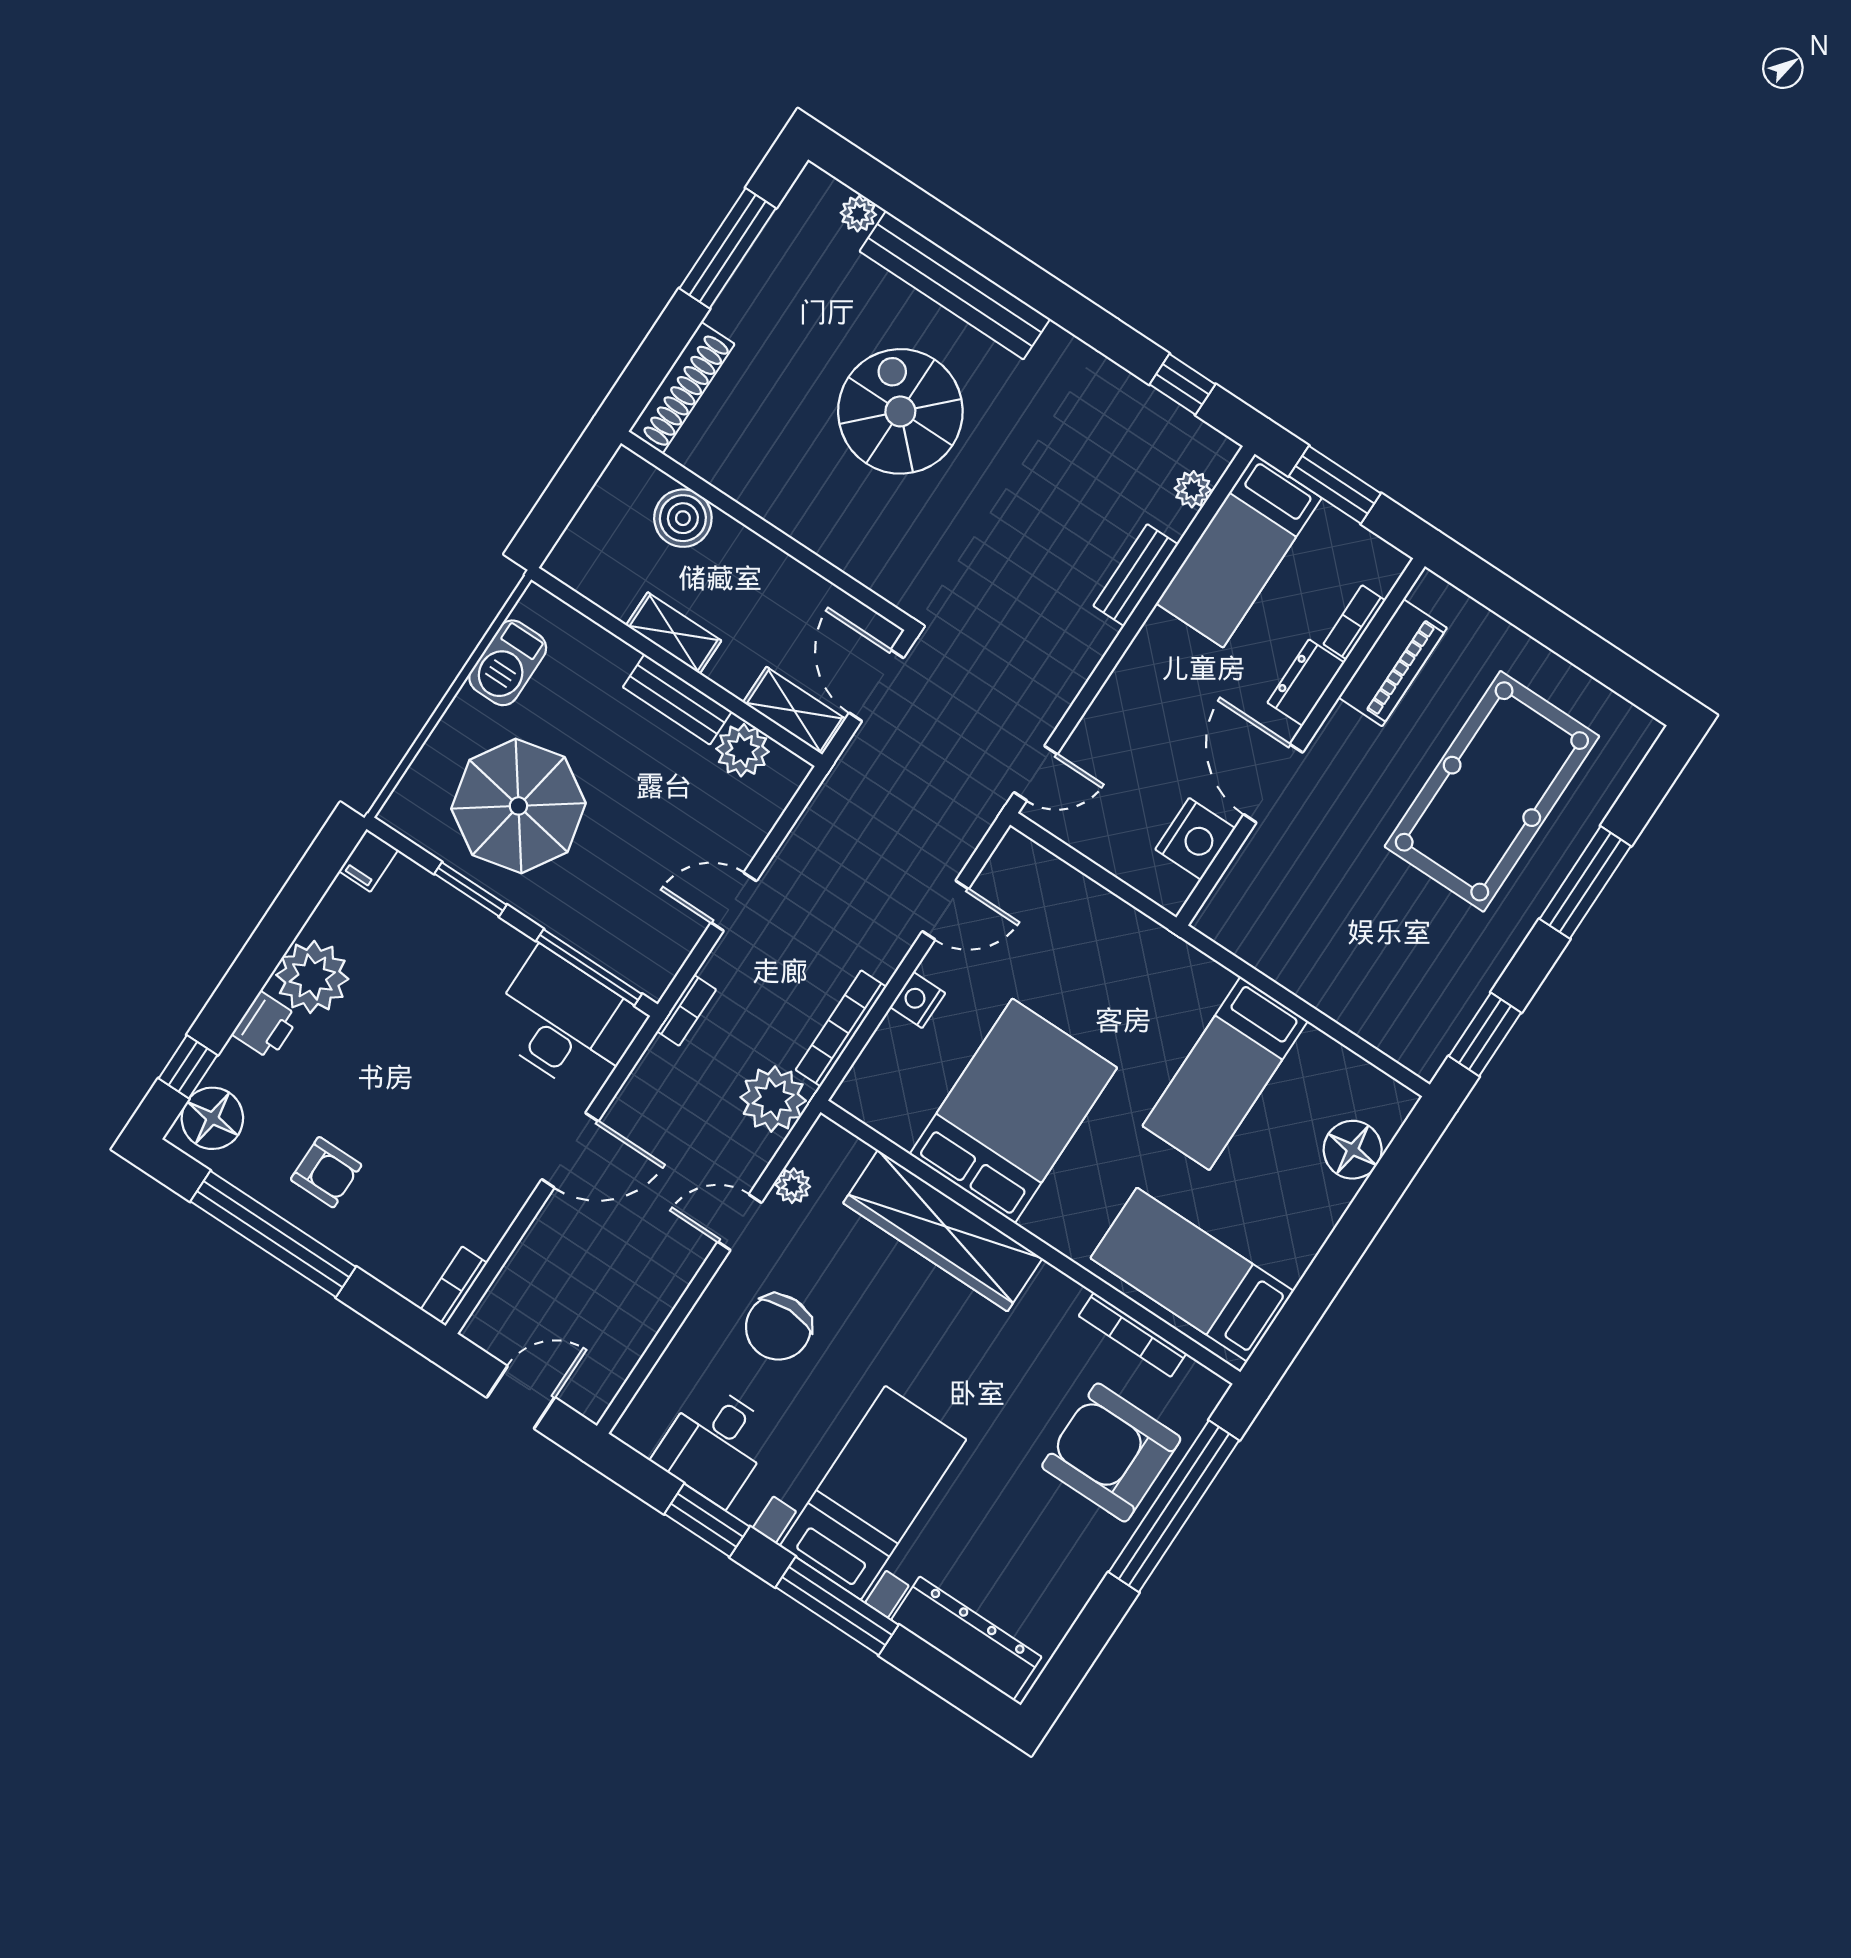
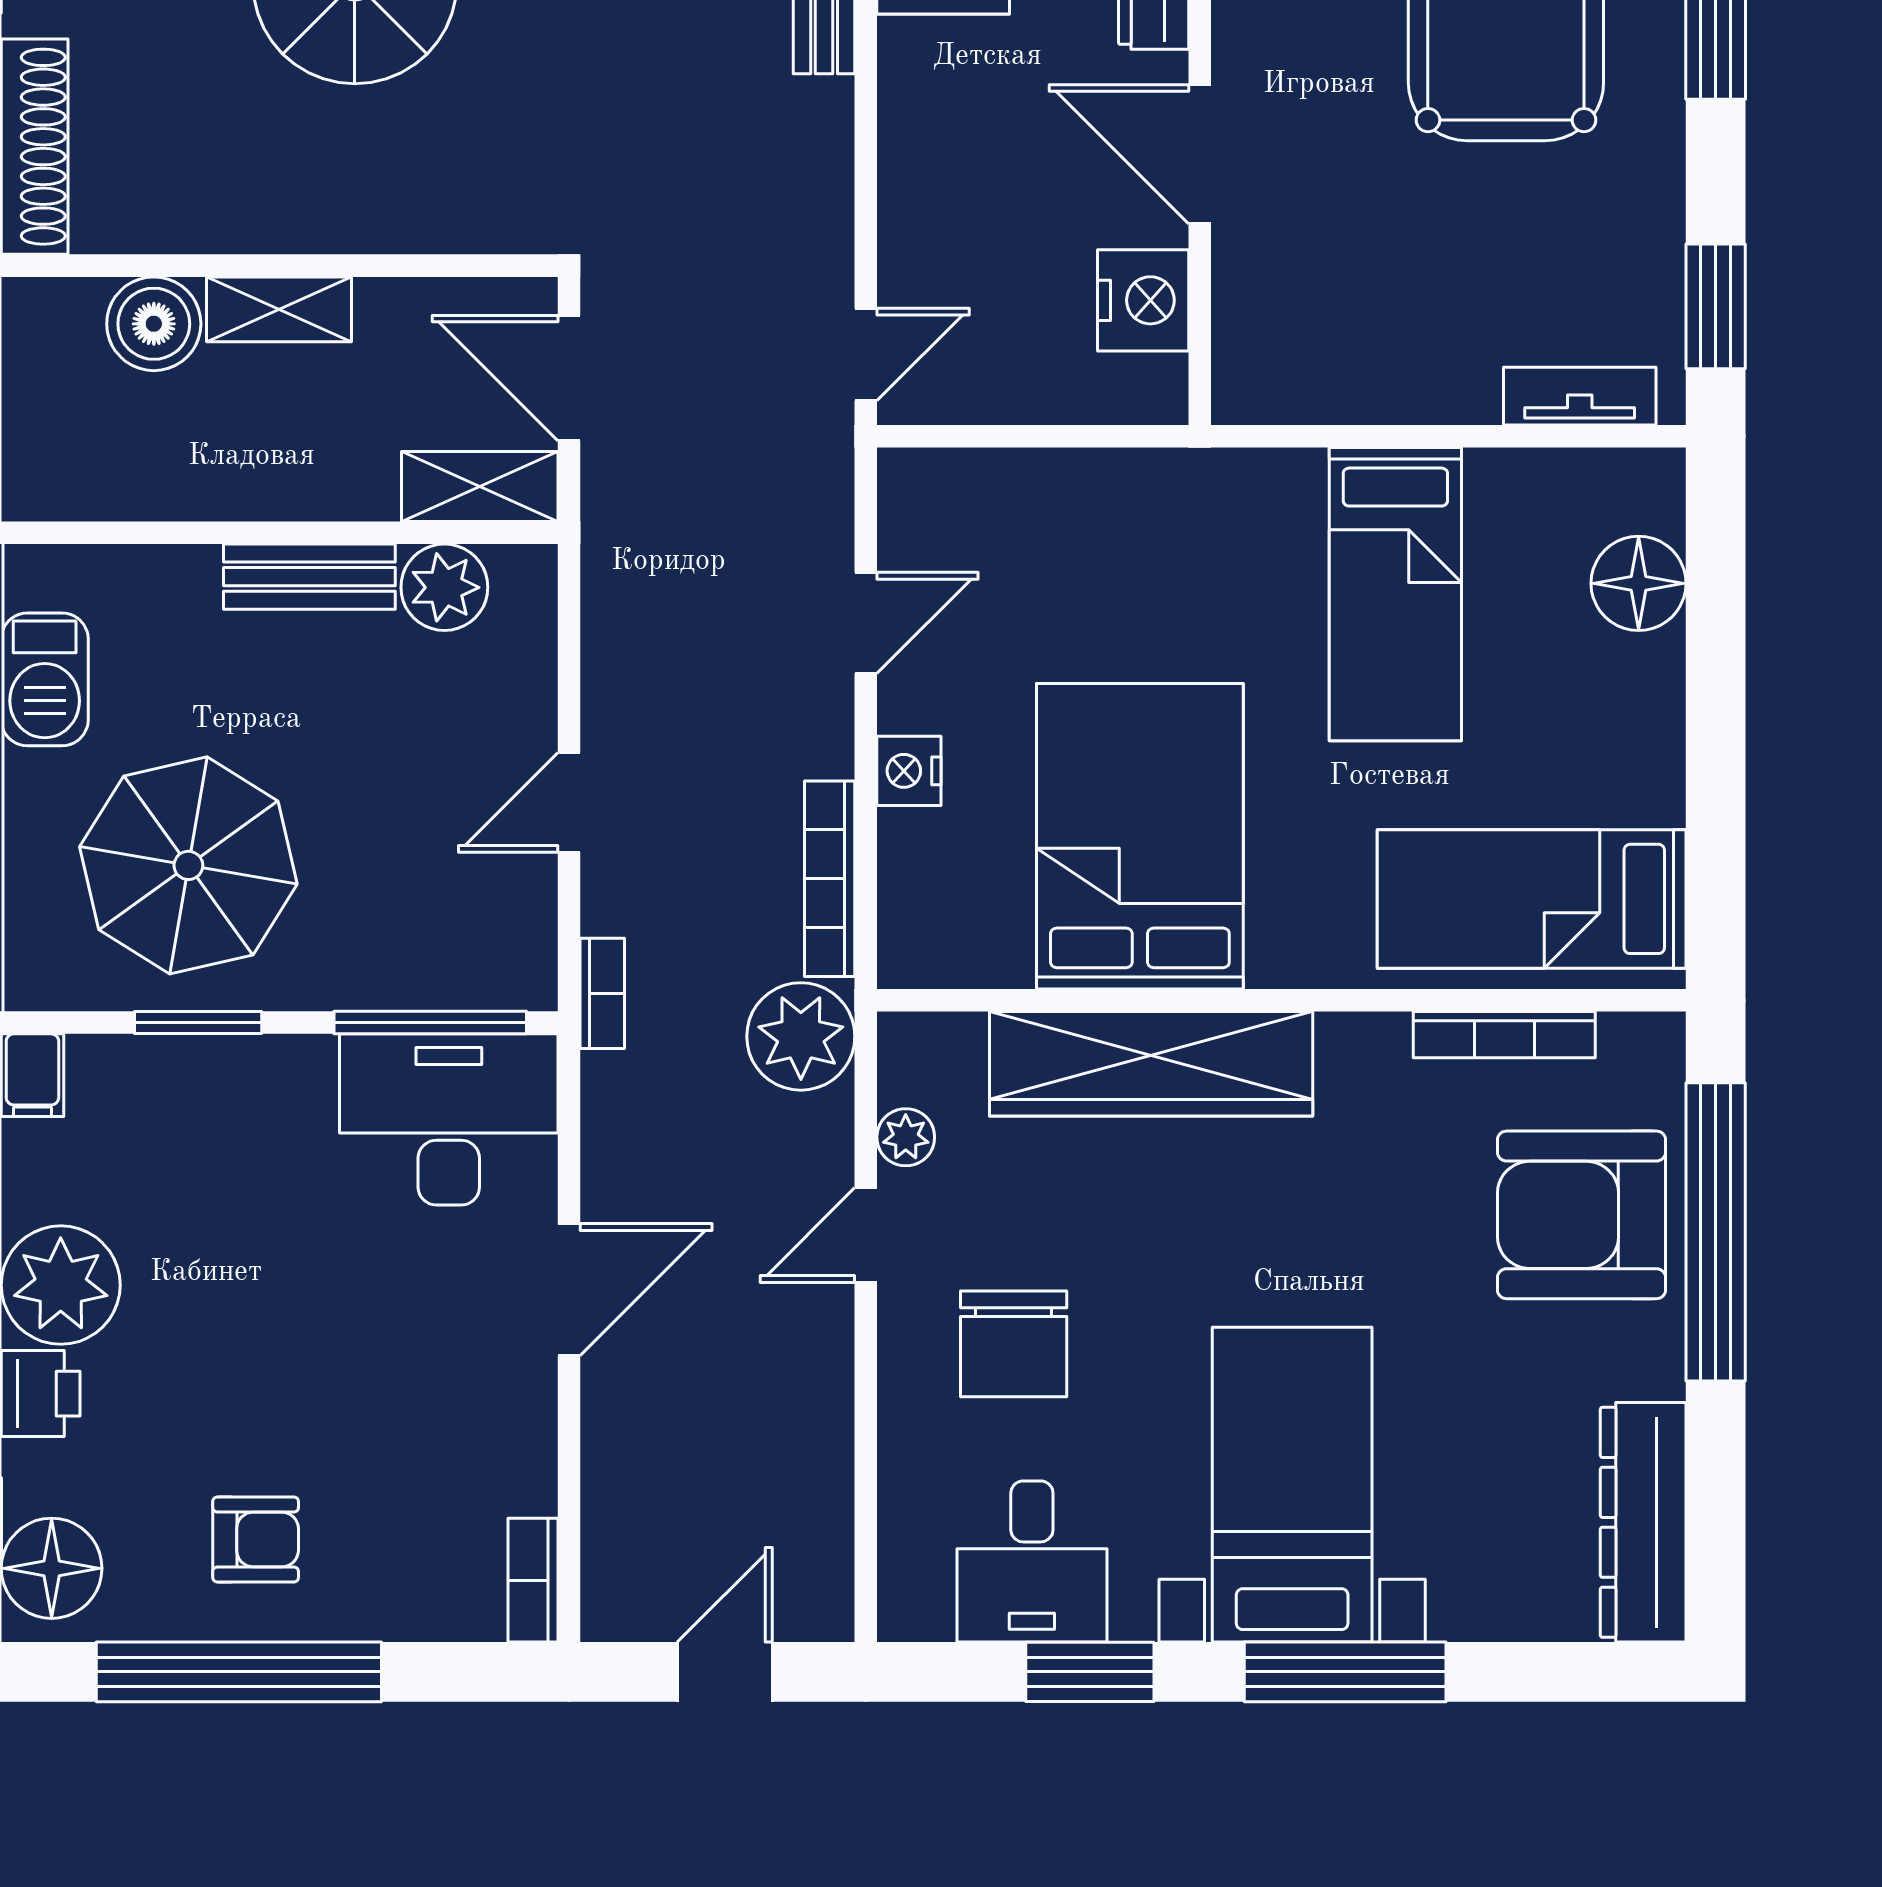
shelving: (674, 633) -> (279, 309), moved
tv unit: (1386, 1034) -> (1580, 396), added
dresser: (966, 1638) -> (1643, 1522), moved, turned -90

